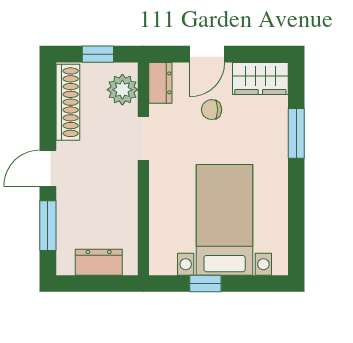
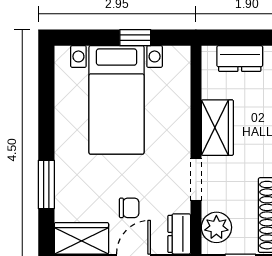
wardrobe: (122, 192) -> (217, 128), added

